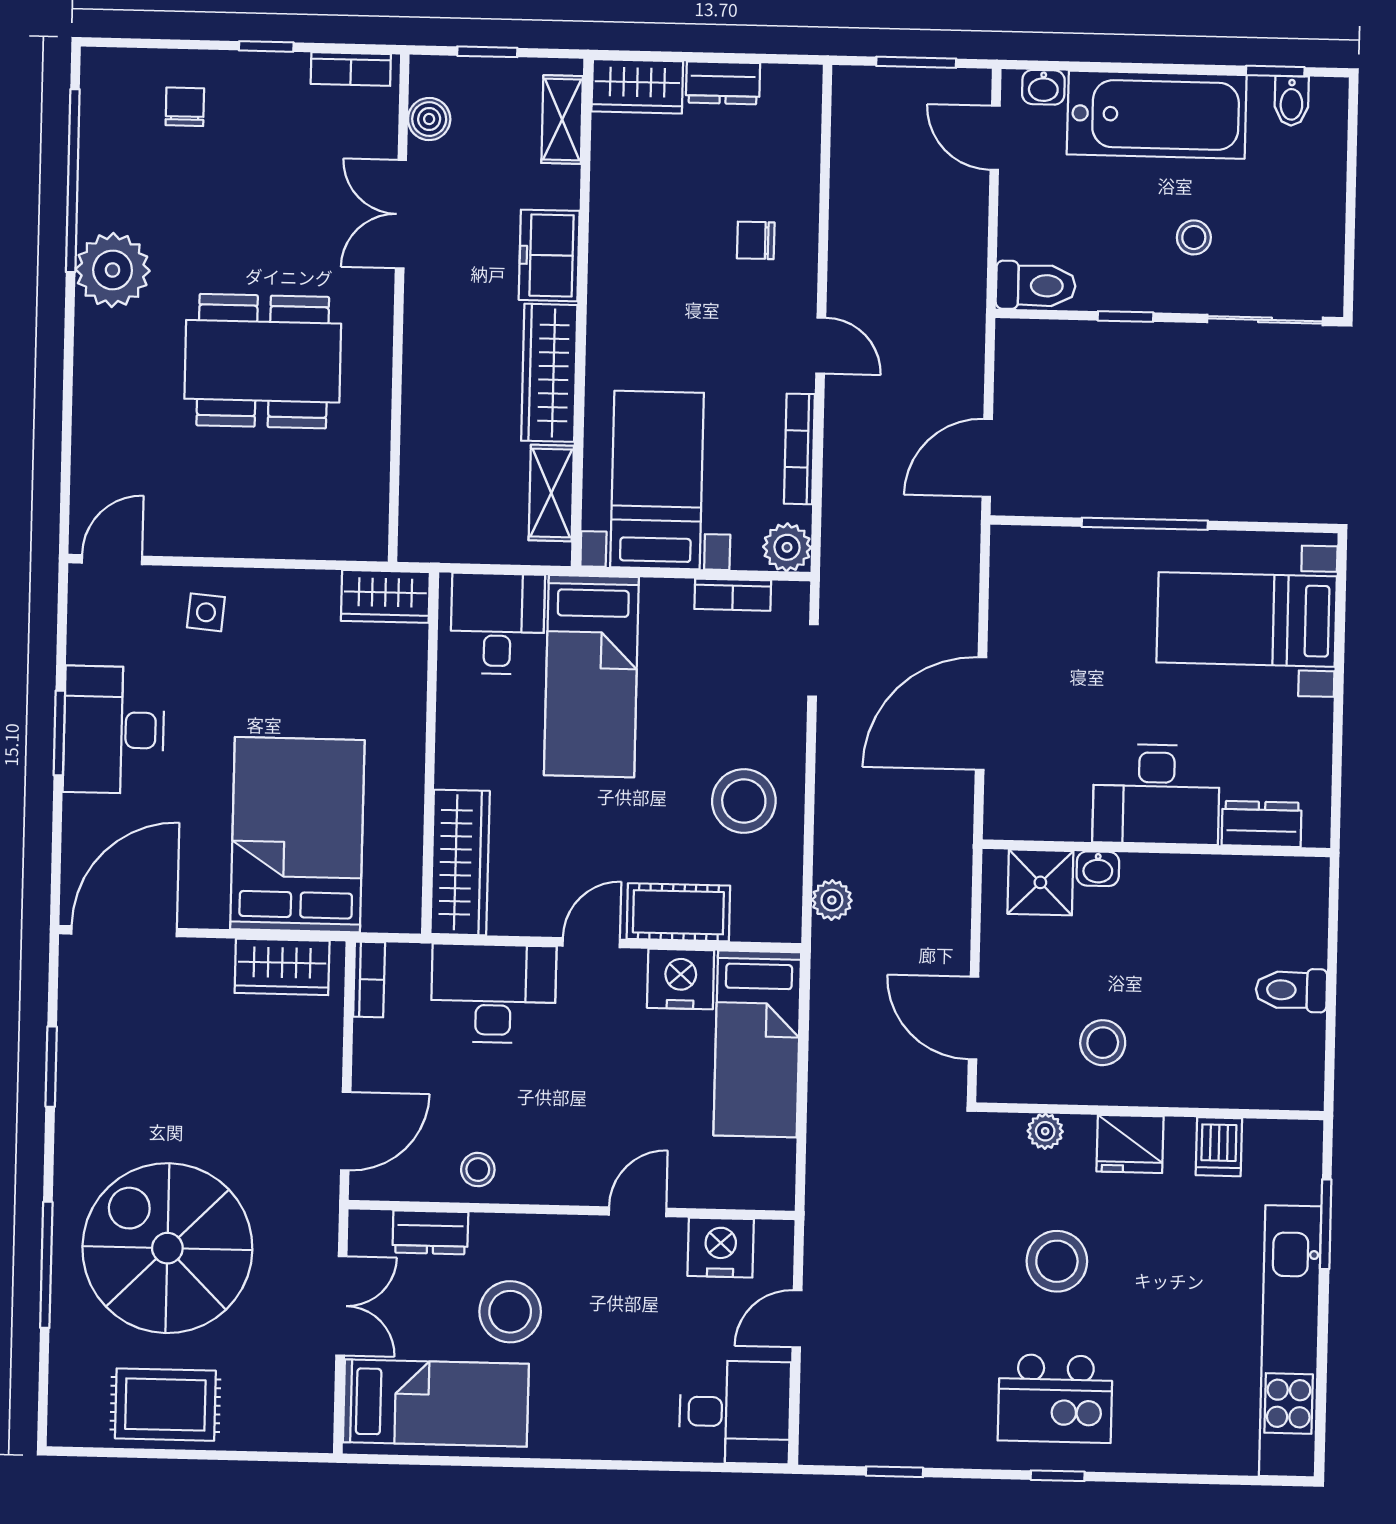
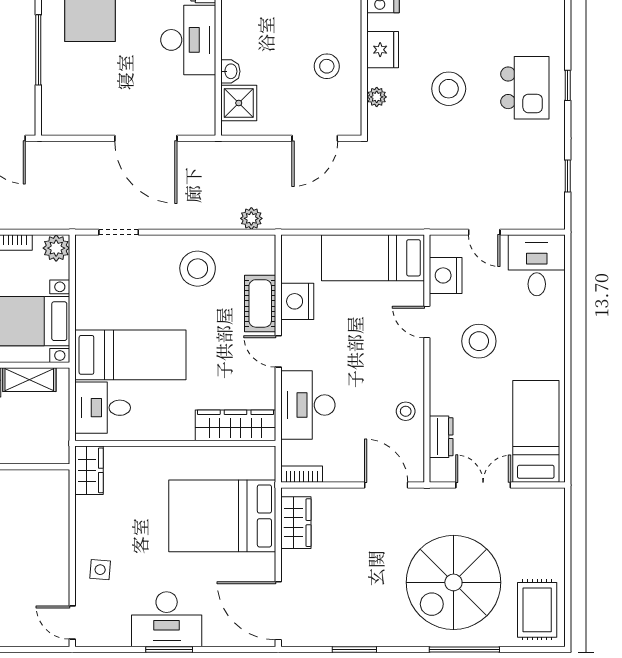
bookcase: (733, 595) -> (83, 278), removed
bed: (757, 1044) -> (373, 258), moved, turned 180
stool: (510, 1312) -> (479, 341), moved
rug: (165, 1405) -> (537, 610), moved

